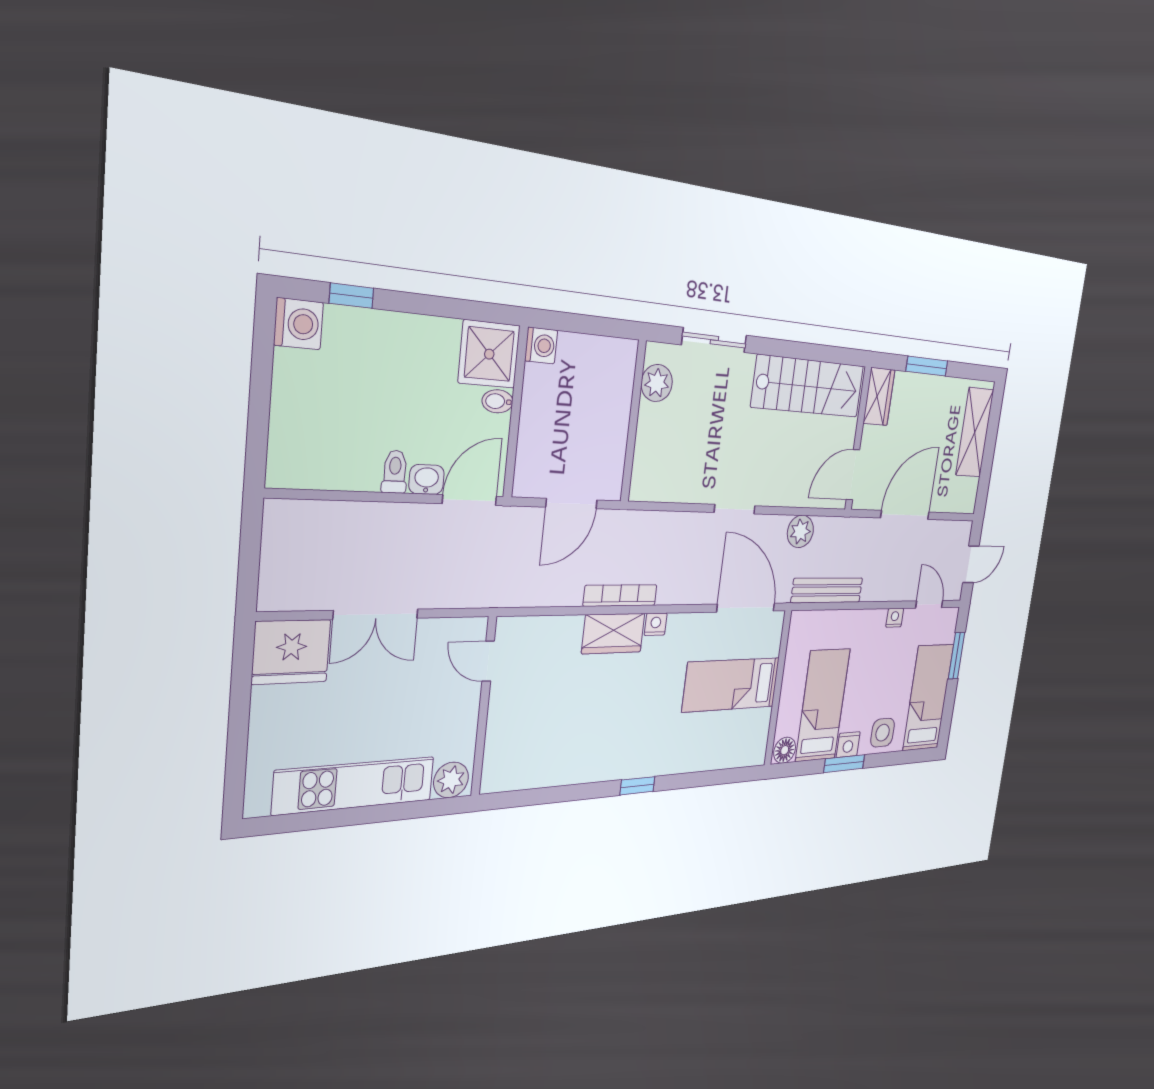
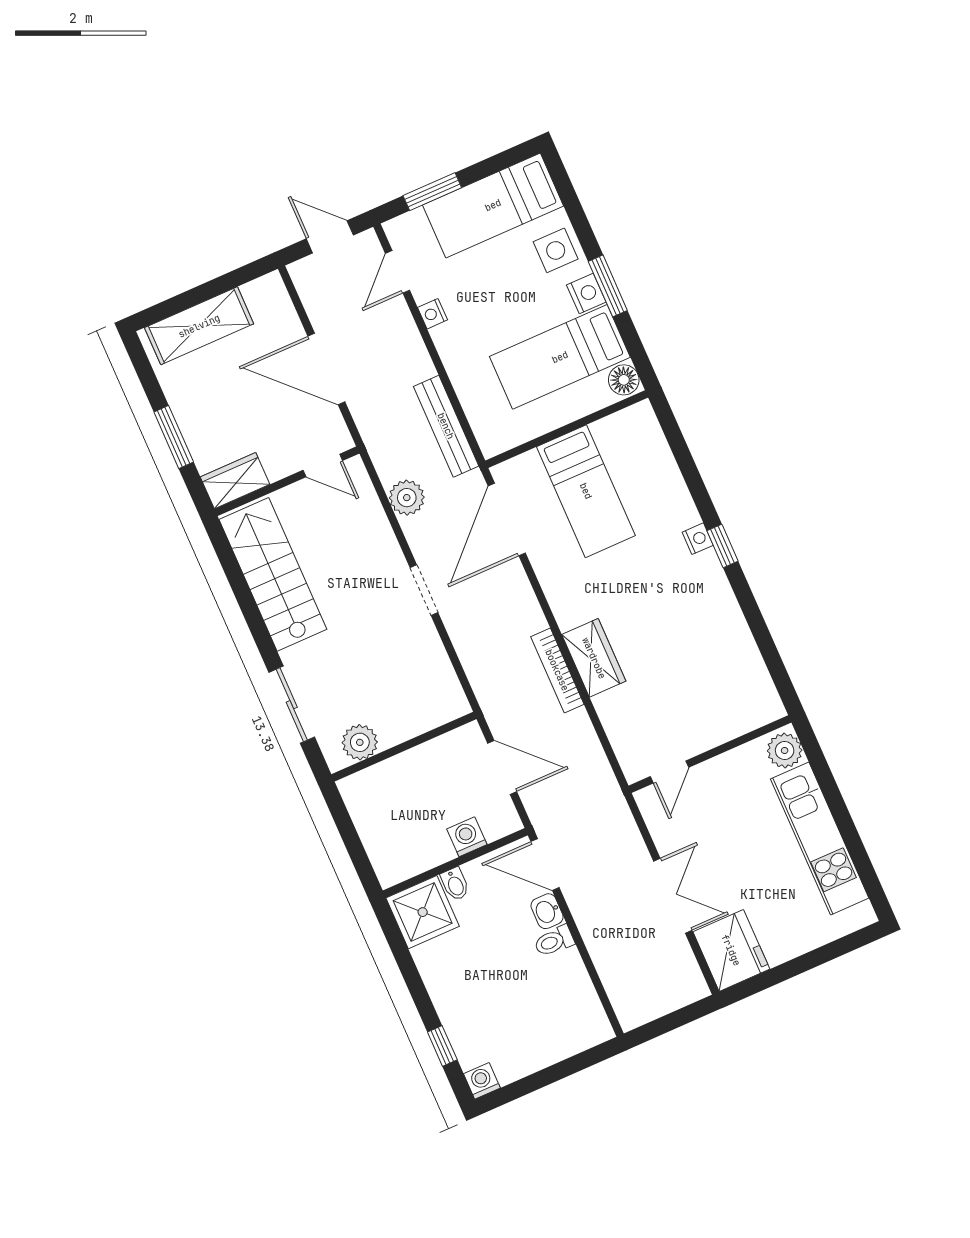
washing machine: (299, 324) -> (482, 1081), width x0.73, depth x0.73
washing machine: (541, 345) -> (467, 837), moved
door: (853, 475) -> (323, 465), width x0.73
nightstand: (656, 624) -> (698, 539), moved, turned 180

